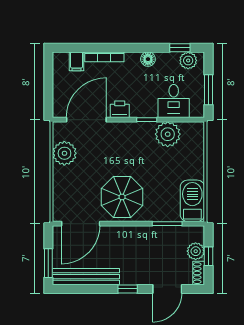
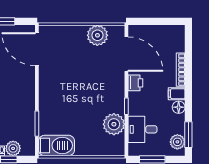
window: (180, 48) -> (188, 135), width x1.50
filing cabinet: (77, 61) -> (177, 94), moved
parasol: (122, 197) -> (60, 85), removed

